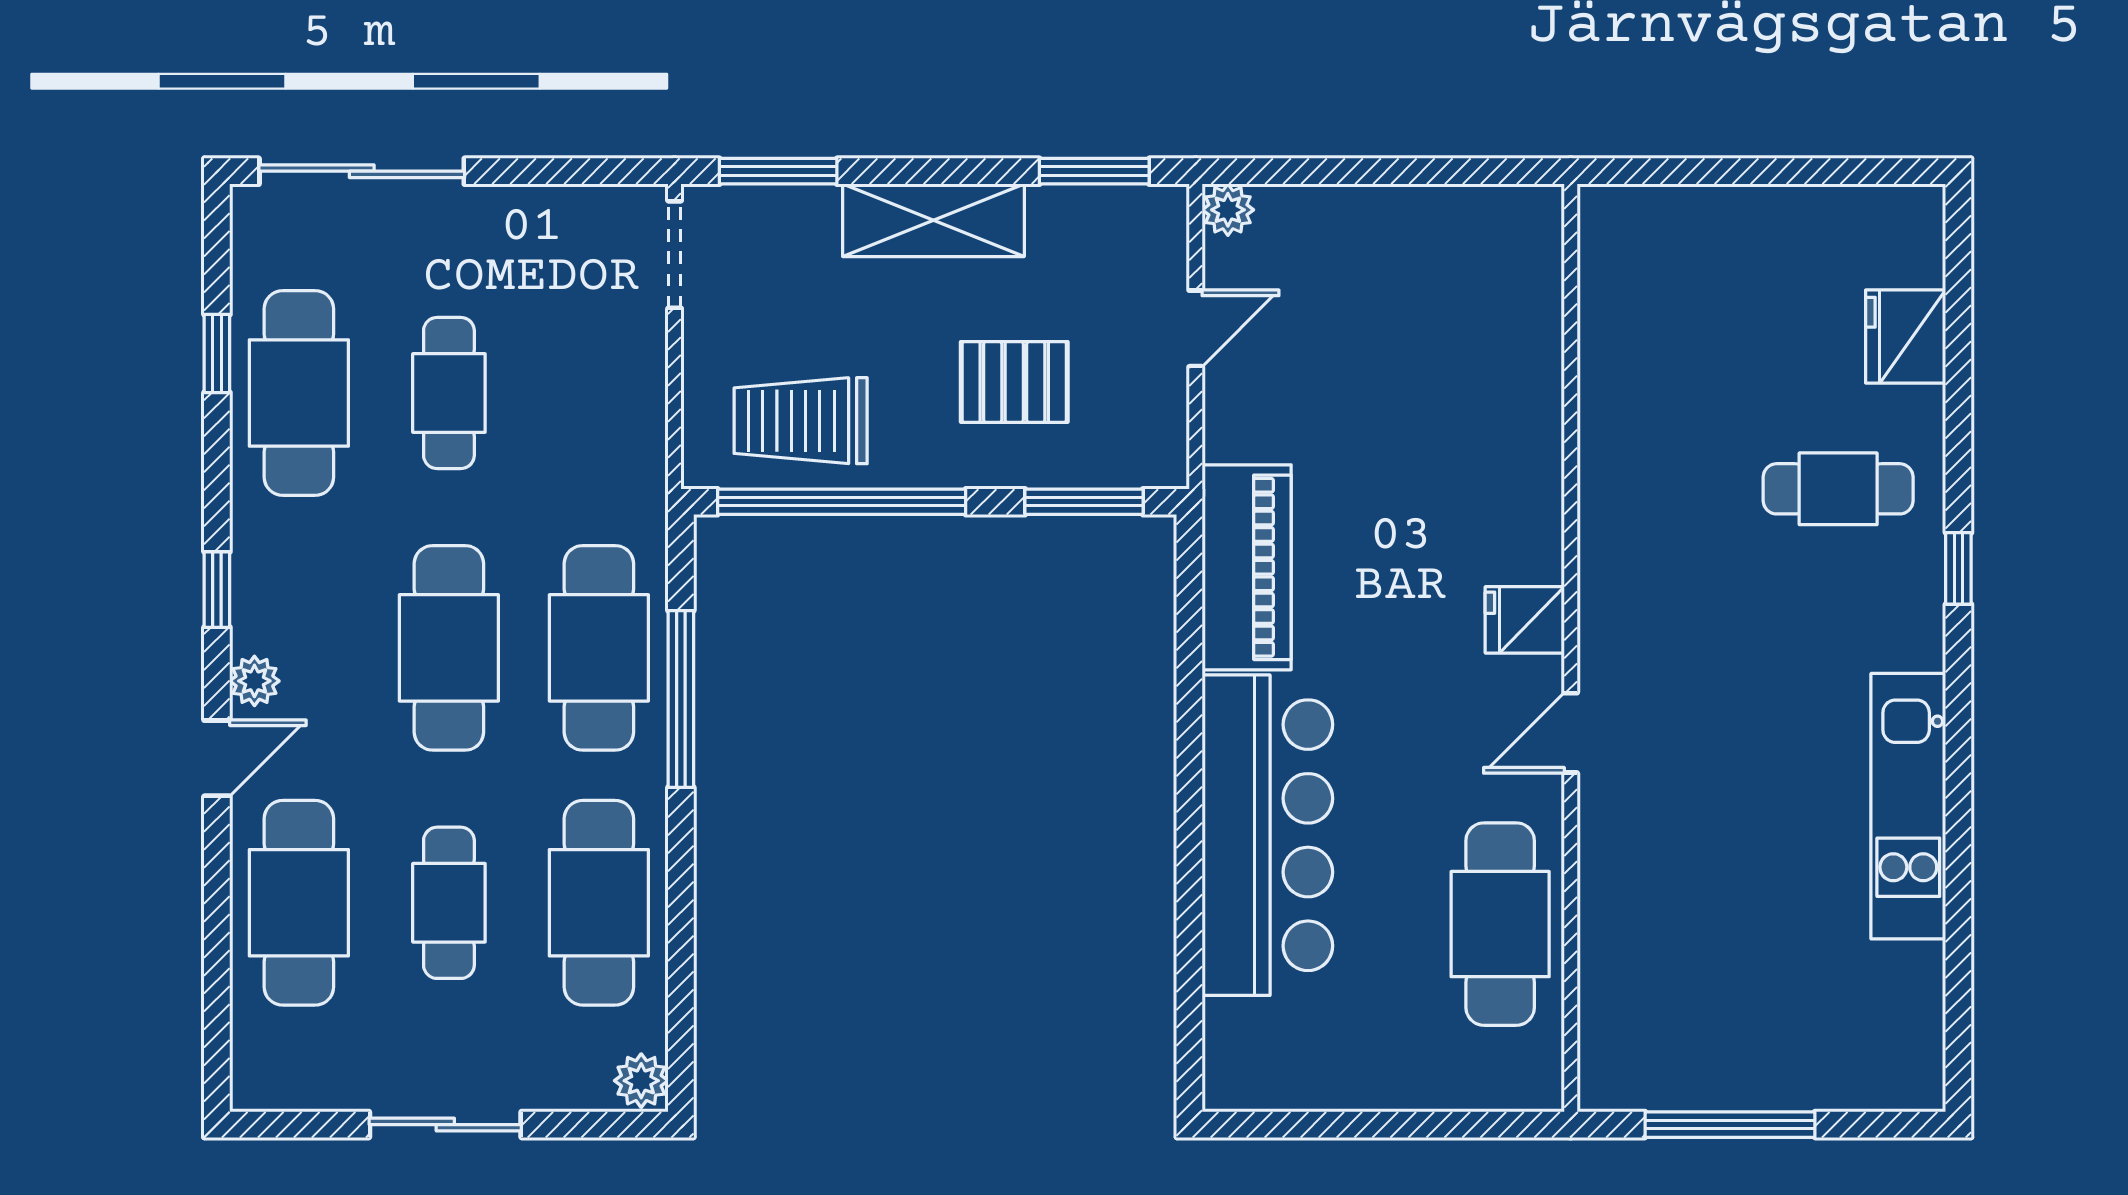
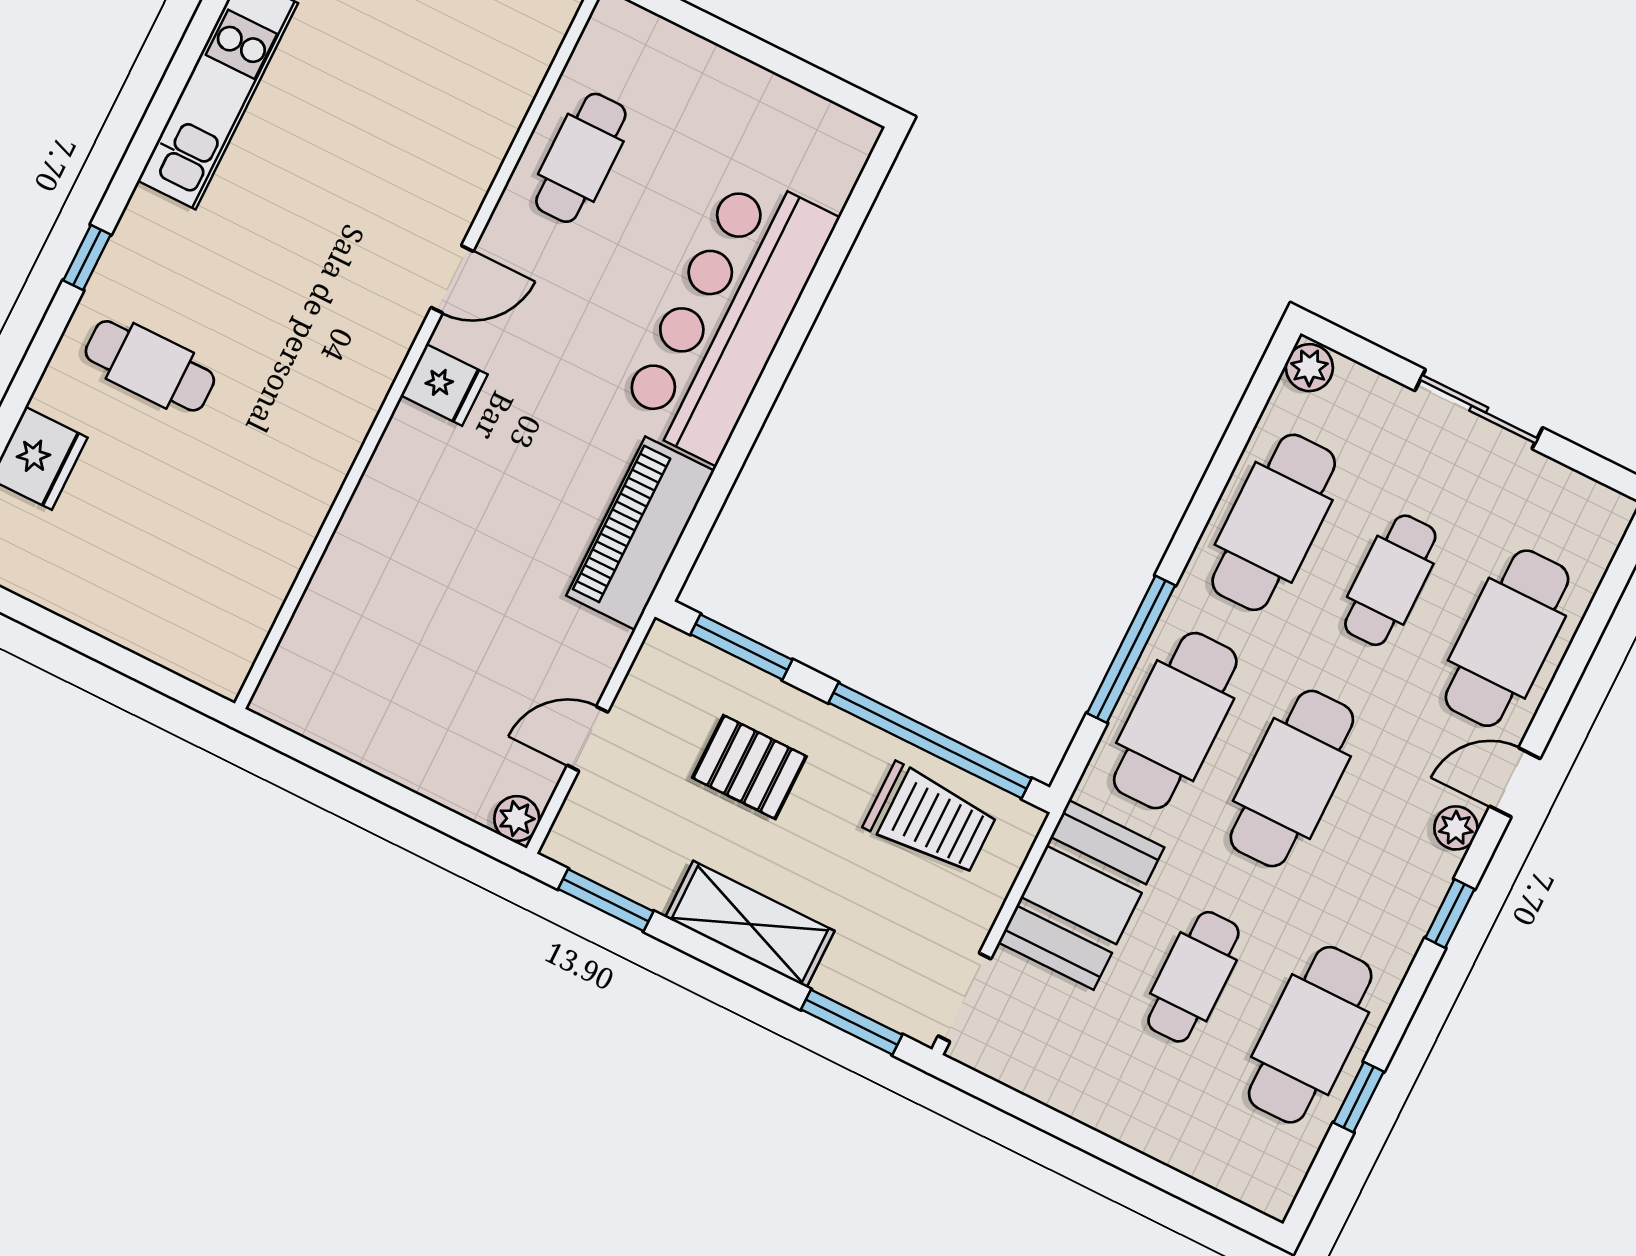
sliding door: (362, 171) -> (1176, 1183), removed
booth: (607, 420) -> (1081, 895), added
cafe table: (1500, 924) -> (581, 158), width x0.73, depth x0.74

